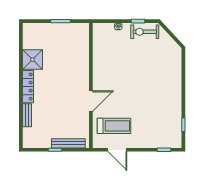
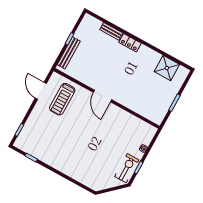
shower: (32, 60) -> (167, 68), moved
locker: (28, 87) -> (130, 43), width x0.66
door: (91, 101) -> (102, 96), moved
door: (117, 150) -> (41, 91), hinge flipped

